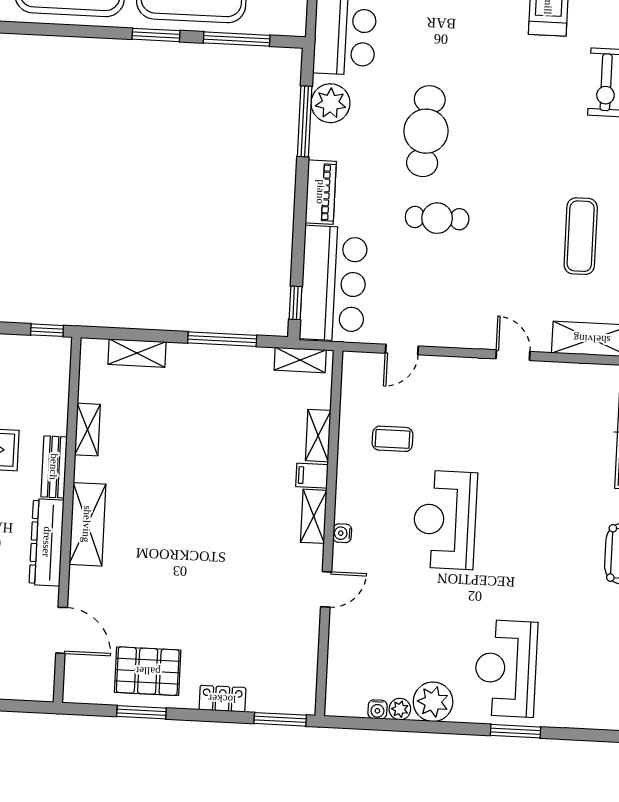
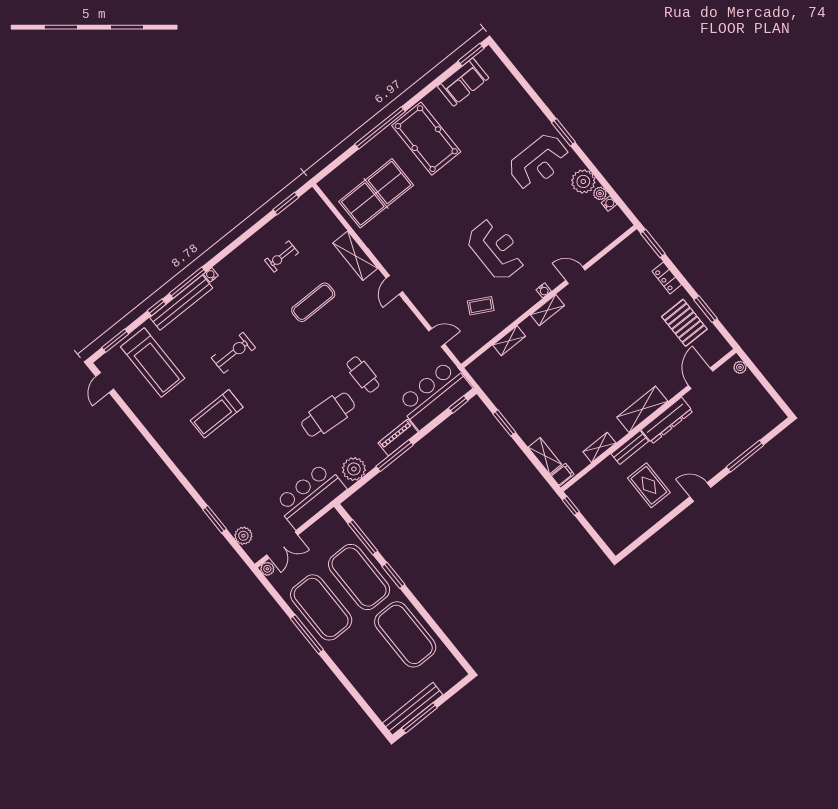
window: (305, 121) -> (395, 456), moved
window: (222, 339) -> (504, 423), width x0.69
shelving: (300, 360) -> (482, 379), removed
coffee table: (393, 439) -> (481, 306), turned -62
filing cabinet: (312, 476) -> (562, 475), moved, turned -90
reception desk: (445, 520) -> (496, 249), turned -90
plant: (32, 691) -> (740, 367), added

